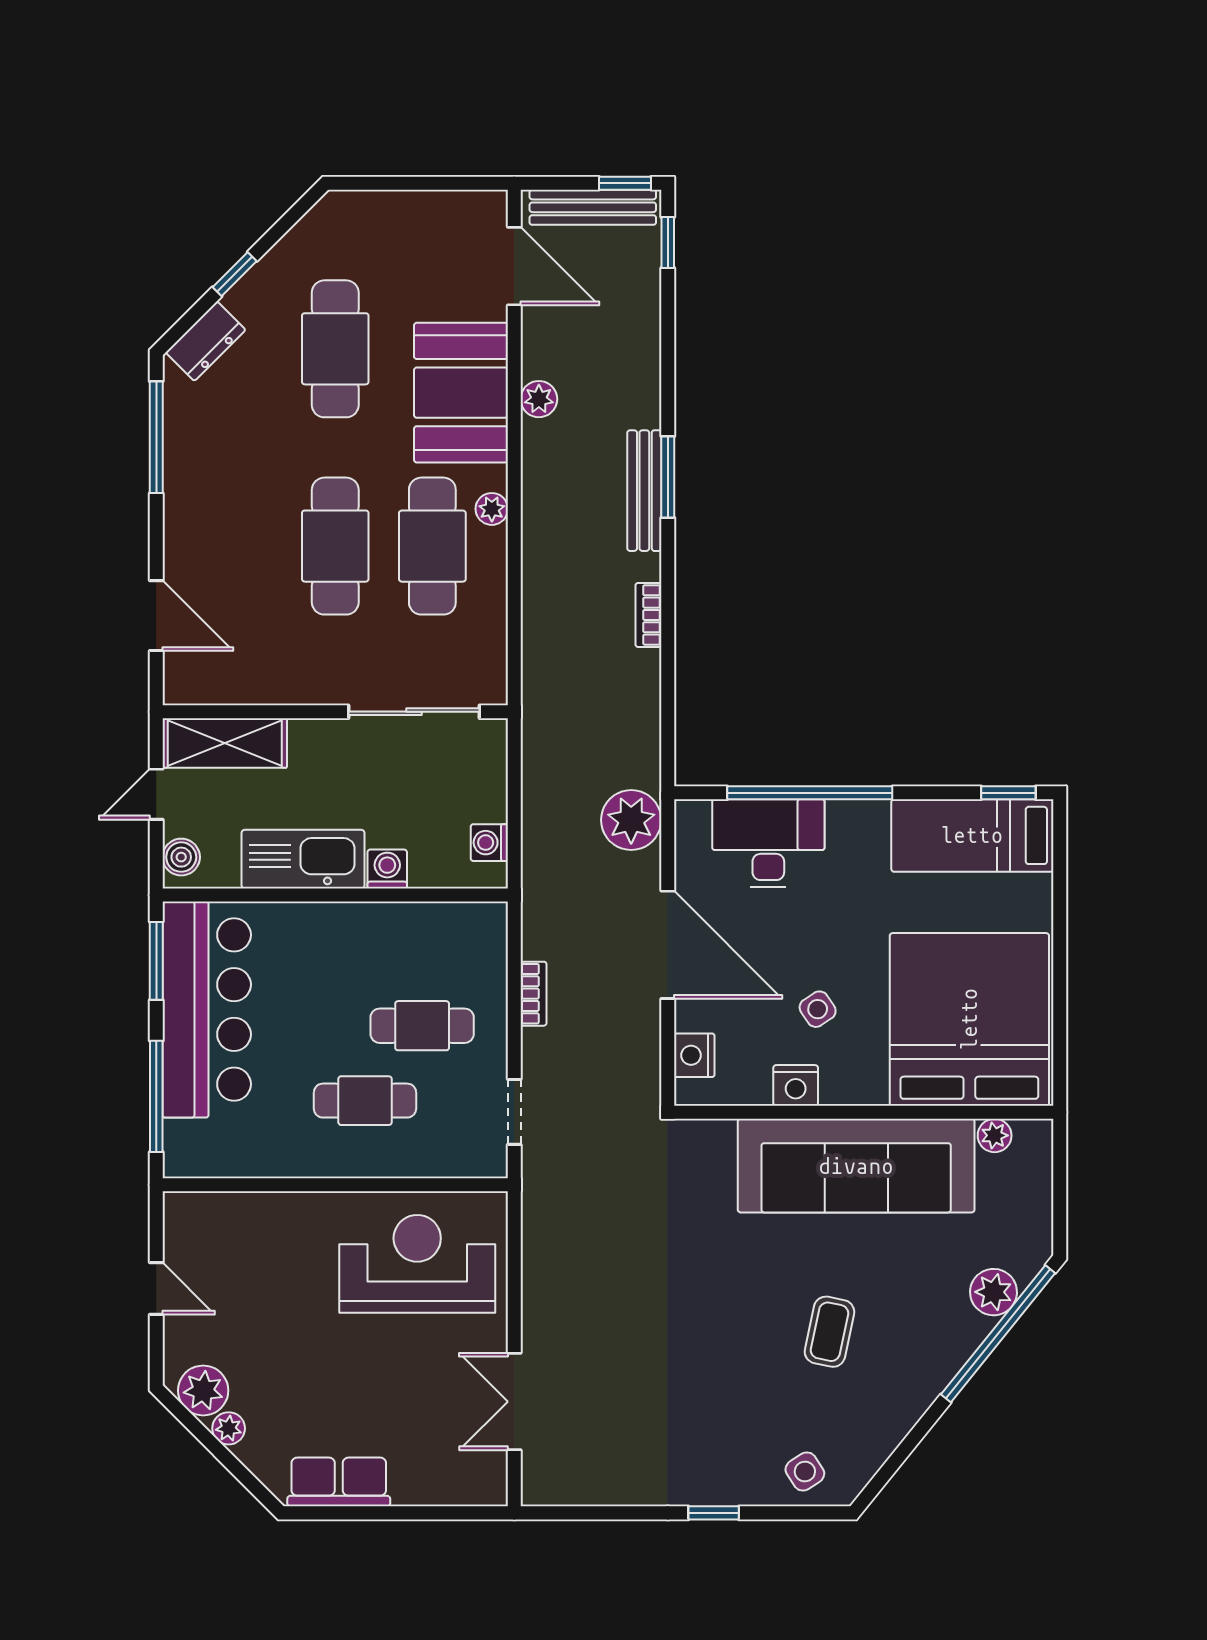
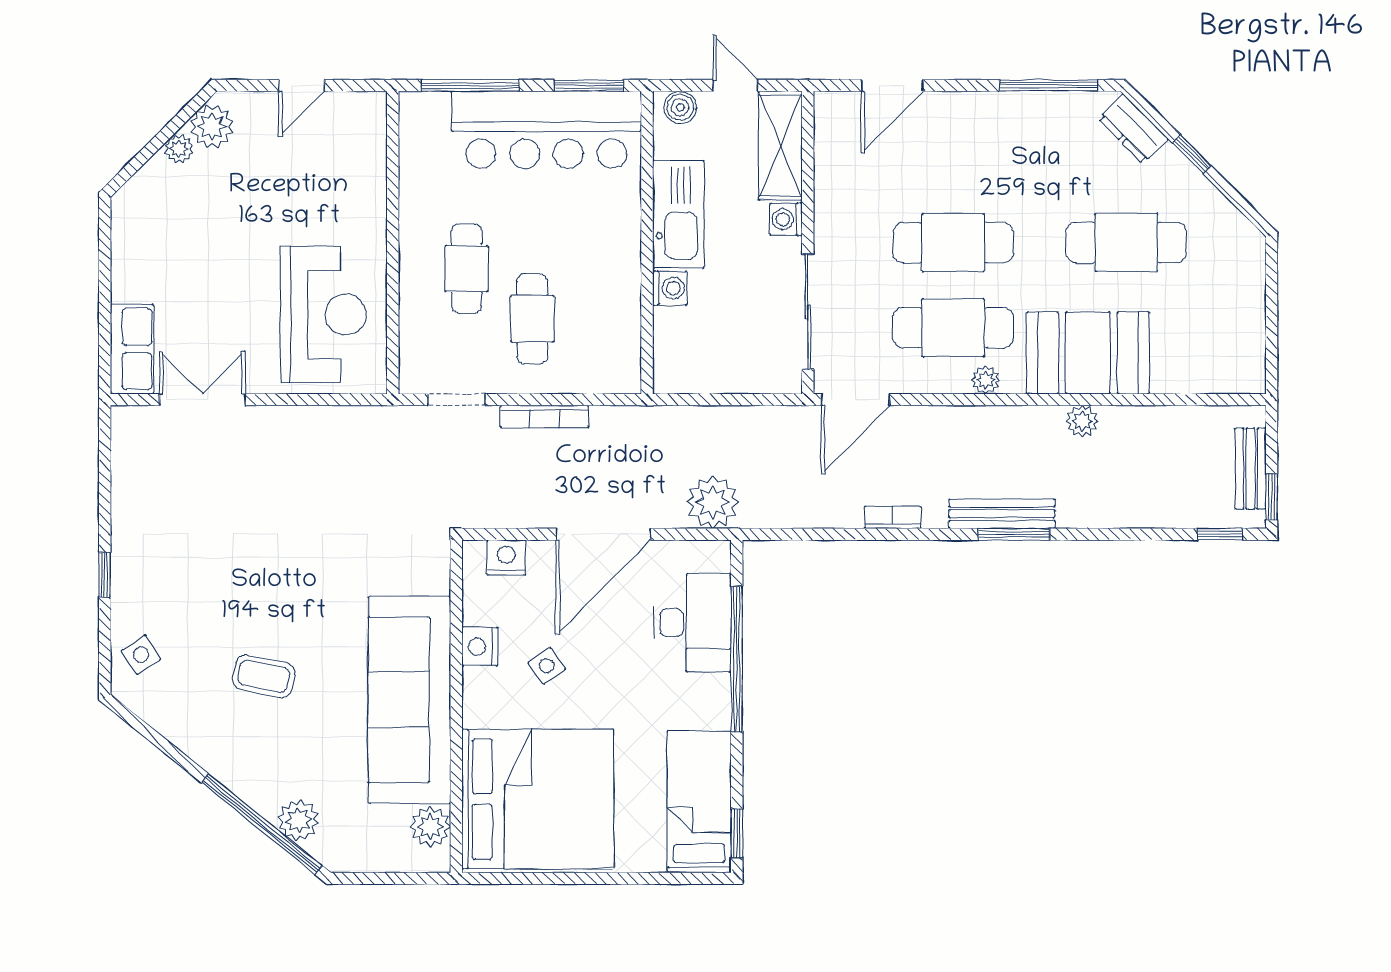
bench: (593, 207) -> (1251, 469), width x0.73
door: (514, 266) -> (855, 400), moved
washing machine: (489, 843) -> (786, 219), moved, turned -90
bookcase: (533, 994) -> (544, 417), width x1.56
plant: (995, 1135) -> (430, 827), width x1.38, depth x1.38
row of seats: (339, 1482) -> (132, 349), moved

